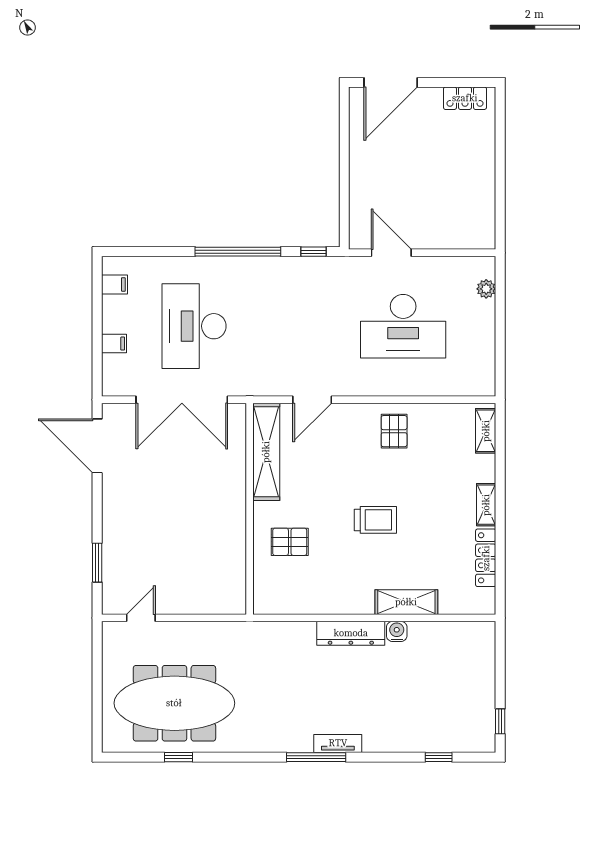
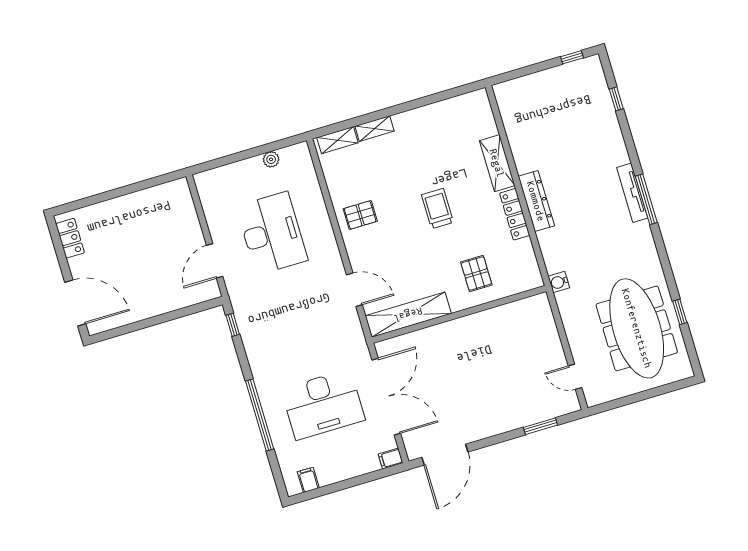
window: (238, 252) -> (260, 415), moved
plant: (486, 289) -> (271, 159), moved
filing cabinet: (114, 344) -> (391, 459), moved, turned -90
shelving: (486, 505) -> (374, 129), moved
locker: (486, 558) -> (515, 214), moved, turned 90
water cooler: (397, 631) -> (559, 282), moved
tv unit: (338, 743) -> (632, 193), width x1.41

